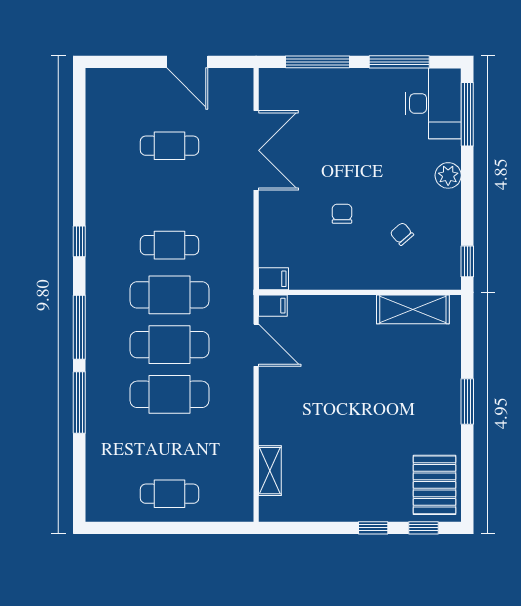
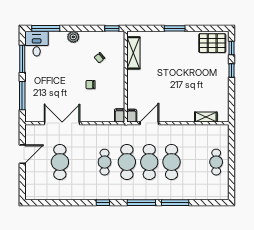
desk: (433, 103) -> (37, 44), width x0.73
cafe table: (170, 146) -> (60, 162), width x1.37, depth x1.35

